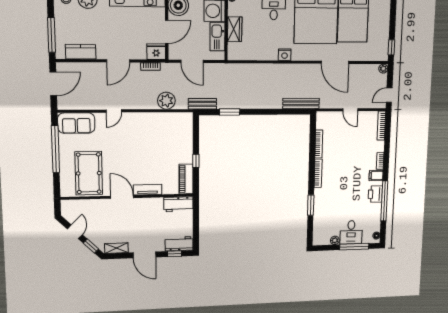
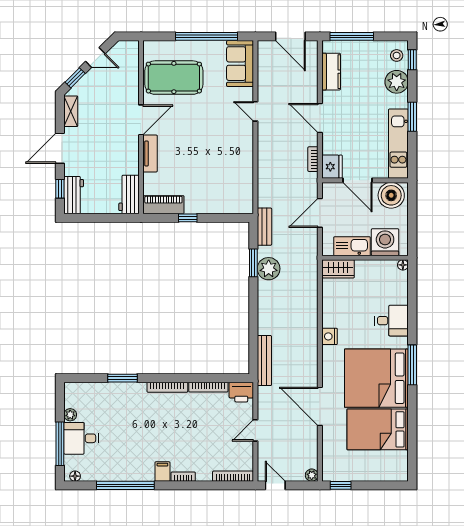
wardrobe: (235, 29) -> (338, 269), moved
door: (335, 62) -> (320, 406), hinge flipped
plant: (166, 101) -> (269, 269), moved
printer: (375, 194) -> (241, 392), moved, turned 180

